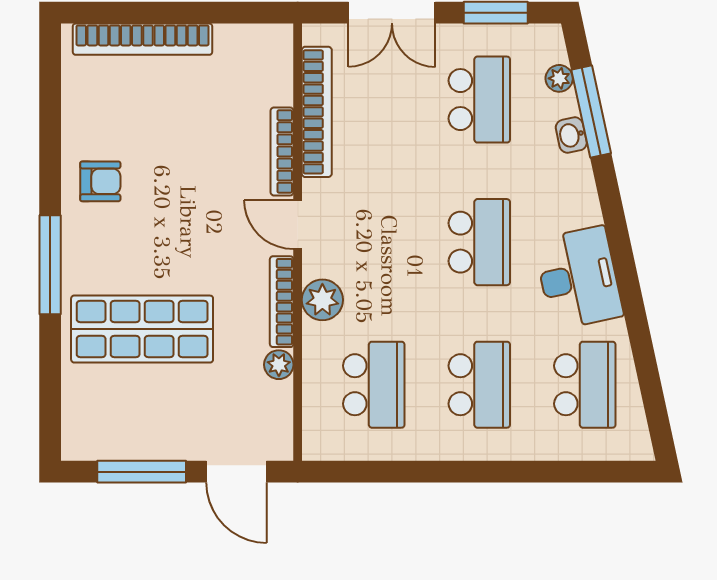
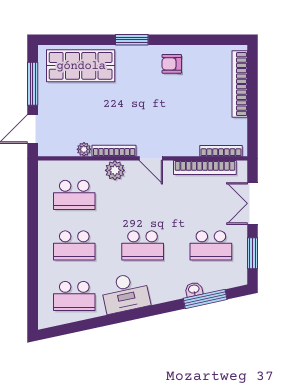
plant: (559, 78) -> (221, 284), removed
bookcase: (282, 151) -> (221, 151), moved
armchair: (100, 181) -> (172, 64), turned 90
door: (298, 225) -> (151, 158), swing flipped
window: (50, 265) -> (132, 40), width x0.69
shop shelf: (142, 329) -> (81, 66), moved, turned 90

